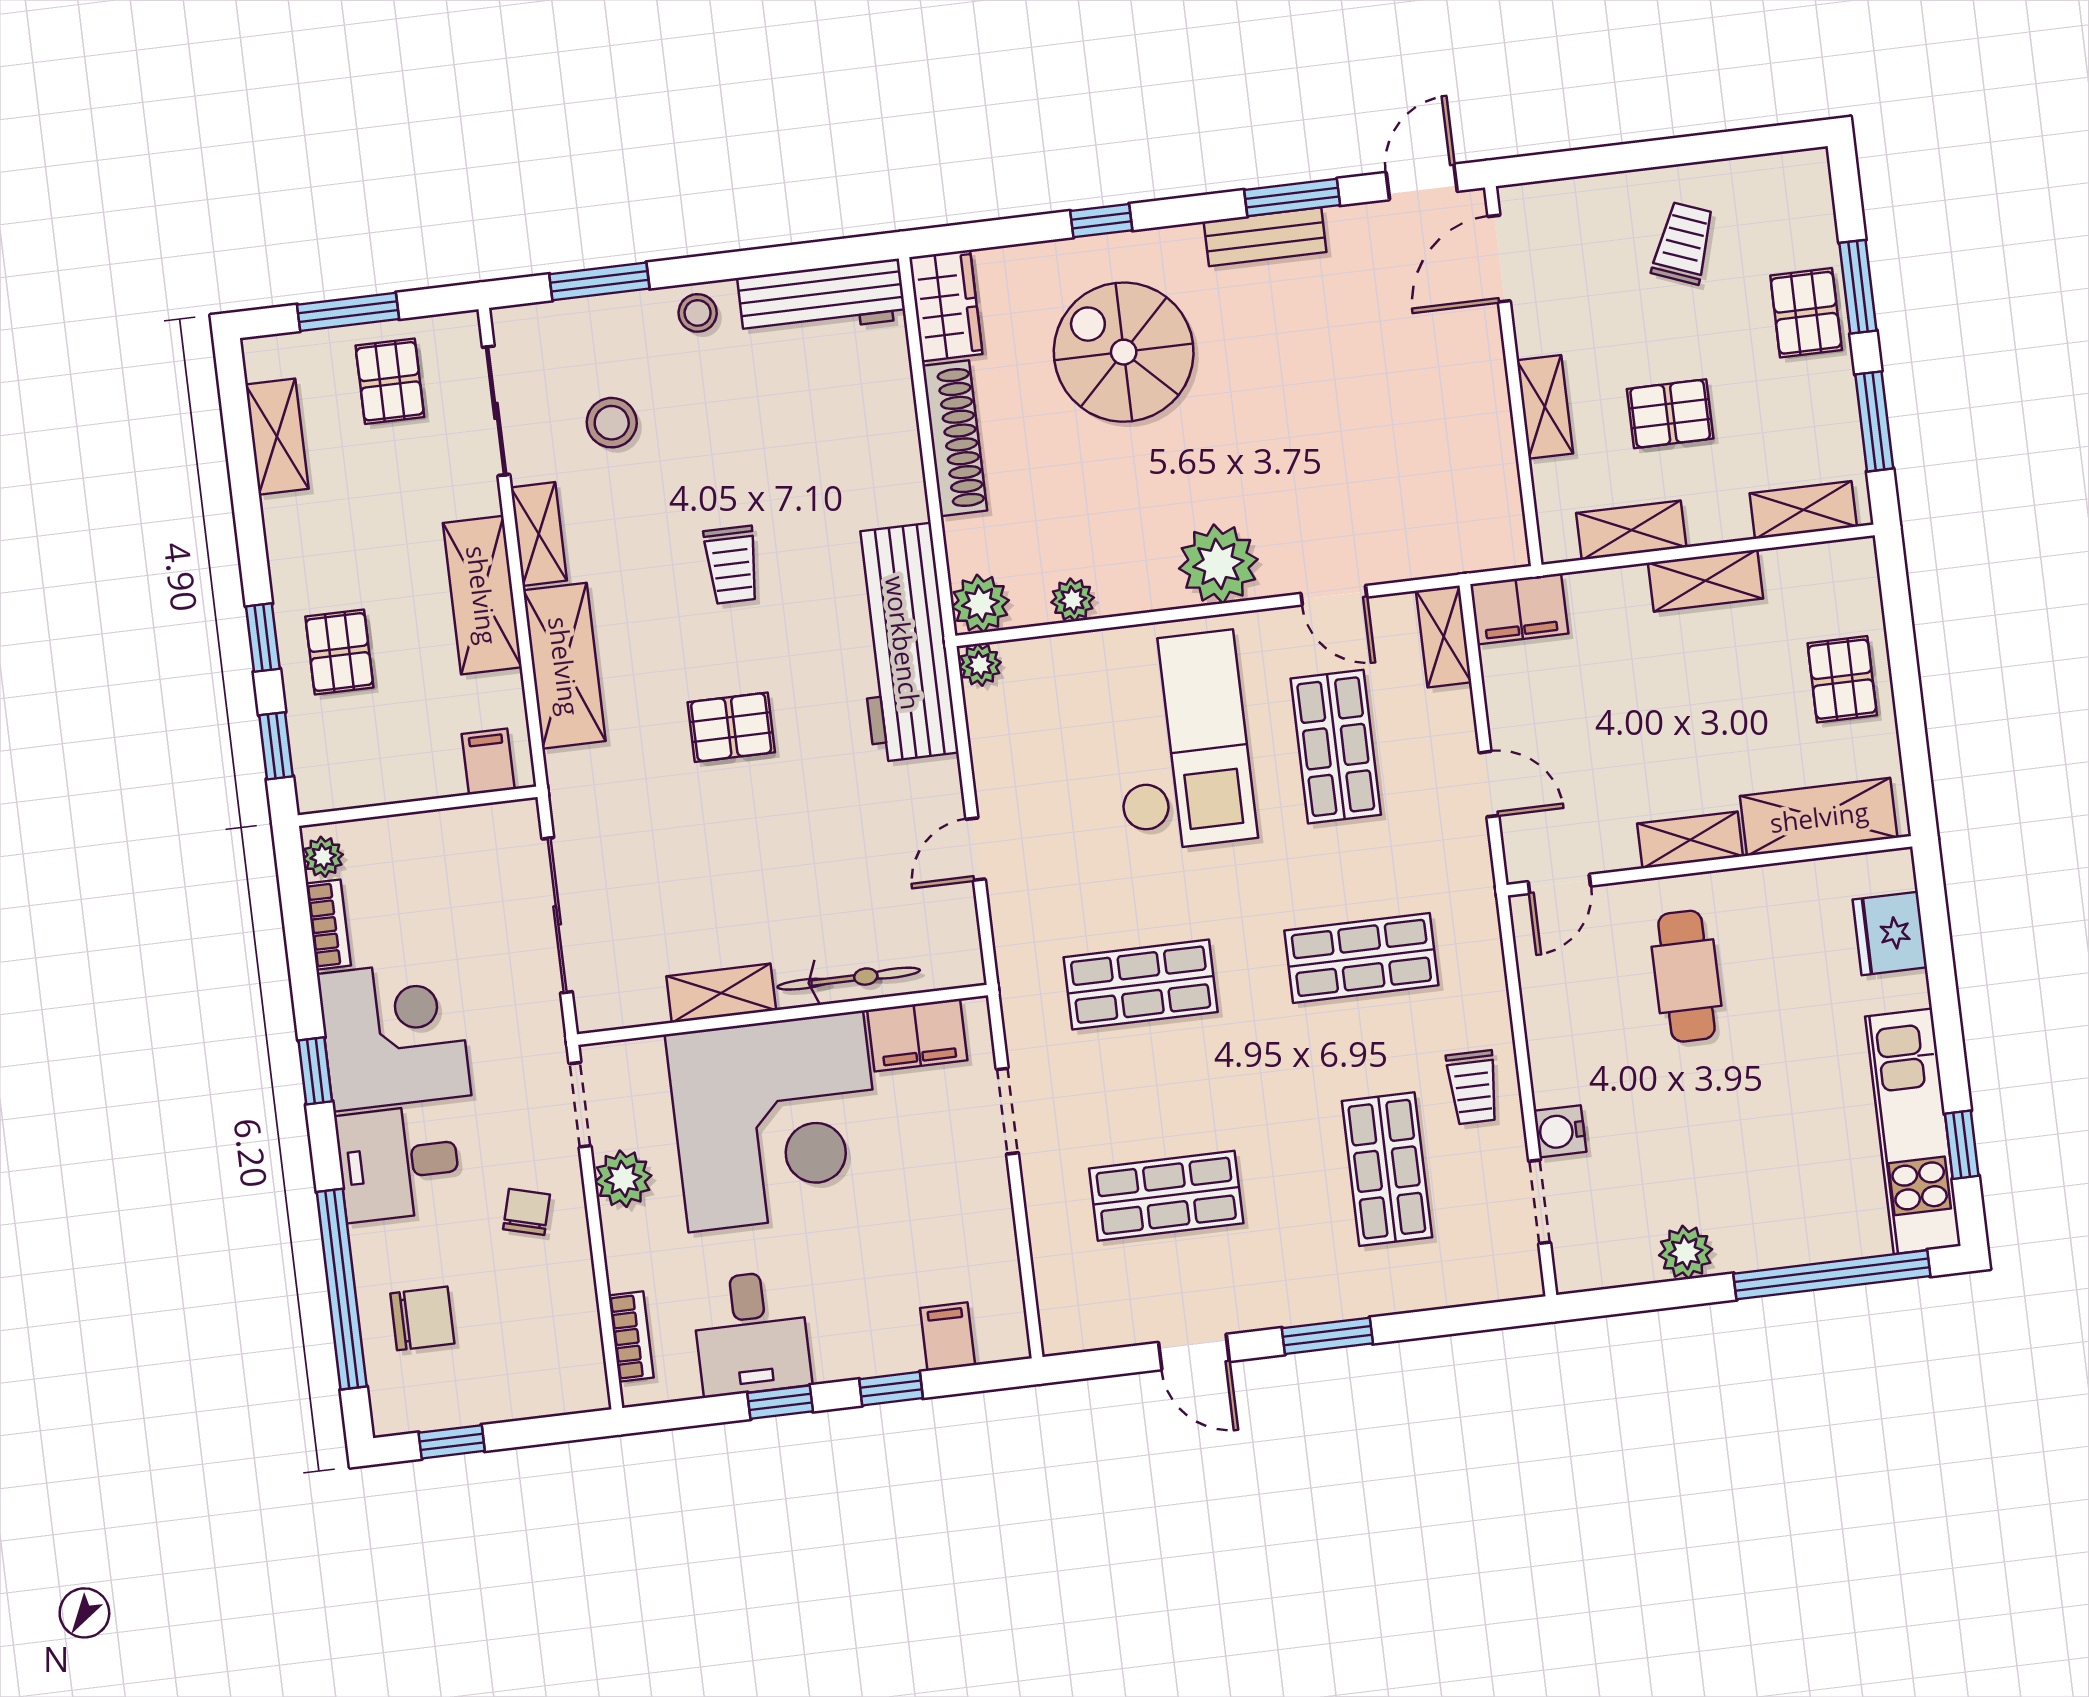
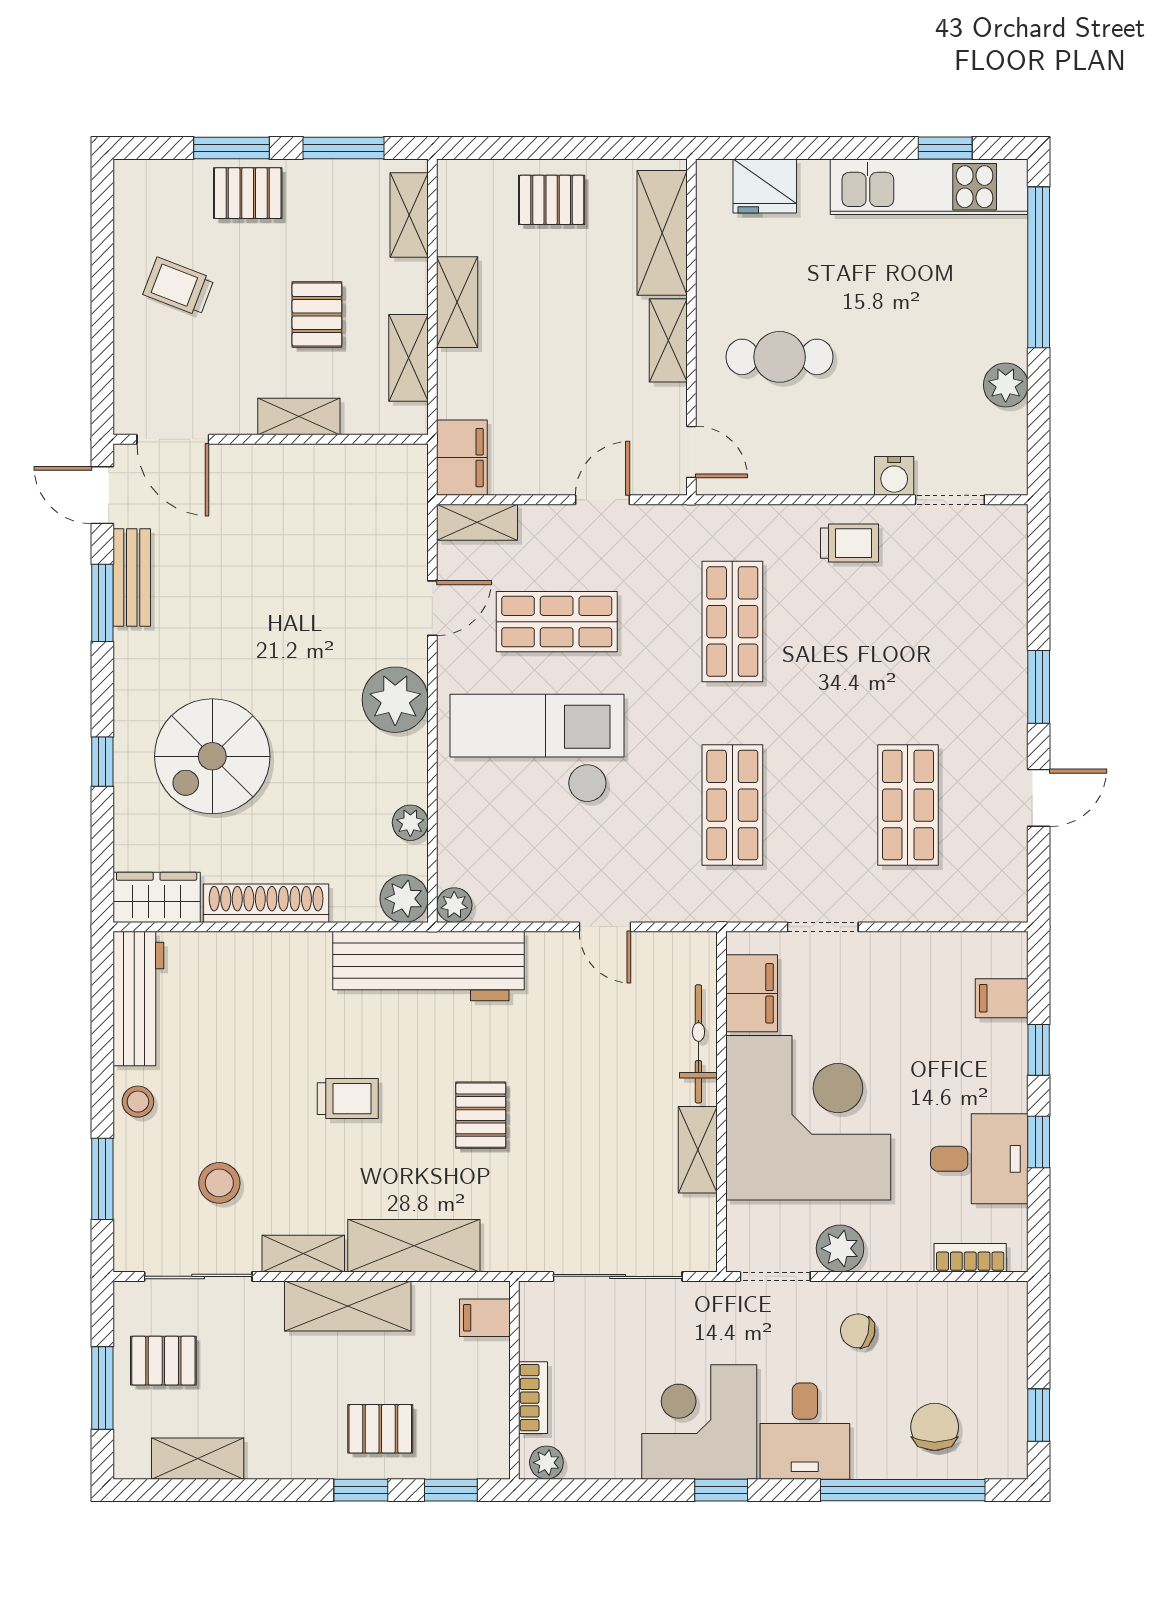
bench: (1265, 237) -> (132, 577), moved
bookcase: (328, 925) -> (533, 1398), moved, turned 90
shop shelf: (1387, 1169) -> (908, 622), removed

